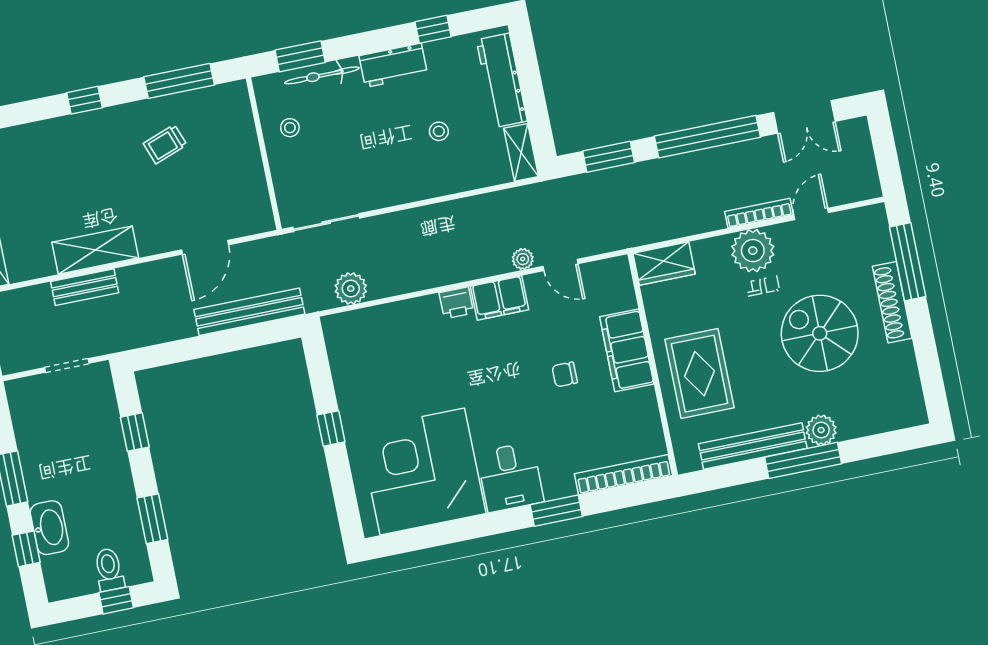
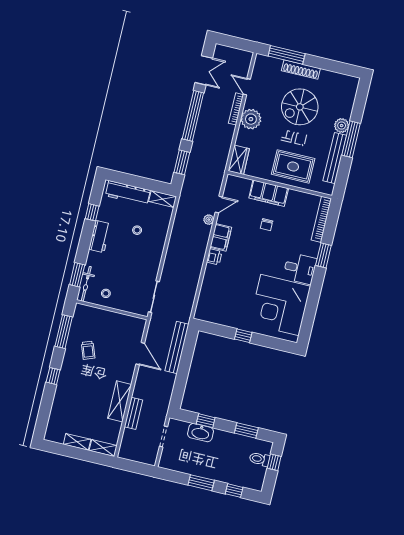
bicycle: (322, 75) -> (86, 284), moved
plant: (351, 289) -> (187, 299), removed
washbasin: (49, 528) -> (201, 433), moved, turned 180

